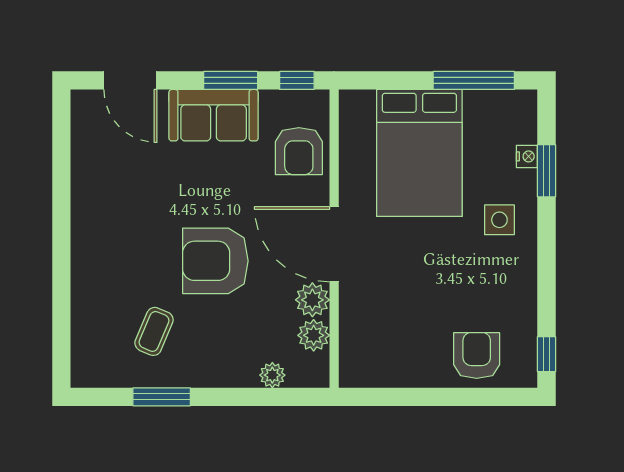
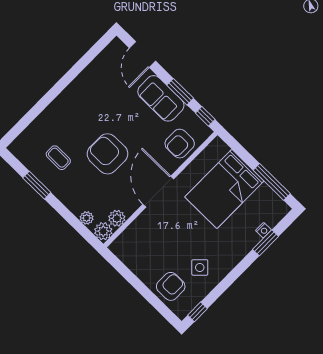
side table: (499, 220) -> (200, 267), moved, turned 45
plant: (312, 300) -> (103, 231), moved
coffee table: (154, 331) -> (58, 158), turned 67

